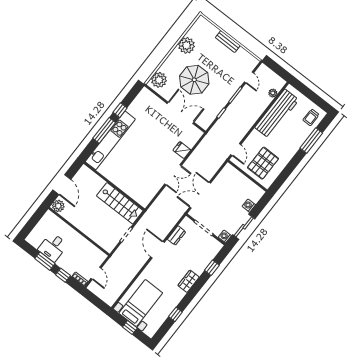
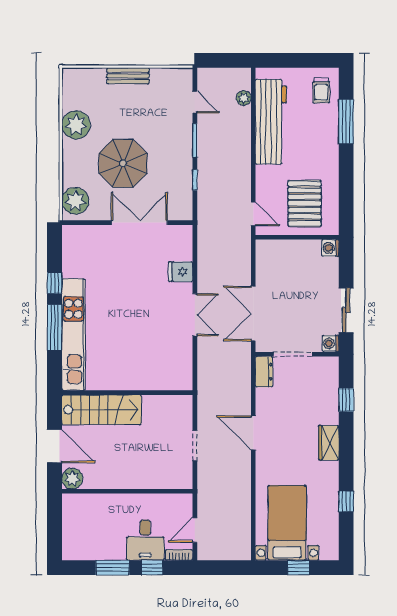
stairs: (120, 203) -> (102, 410), moved
washing machine: (249, 206) -> (330, 248), moved
dresser: (177, 235) -> (264, 372), moved
desk: (53, 247) -> (145, 540), moved
door: (96, 273) -> (195, 530), swing flipped

